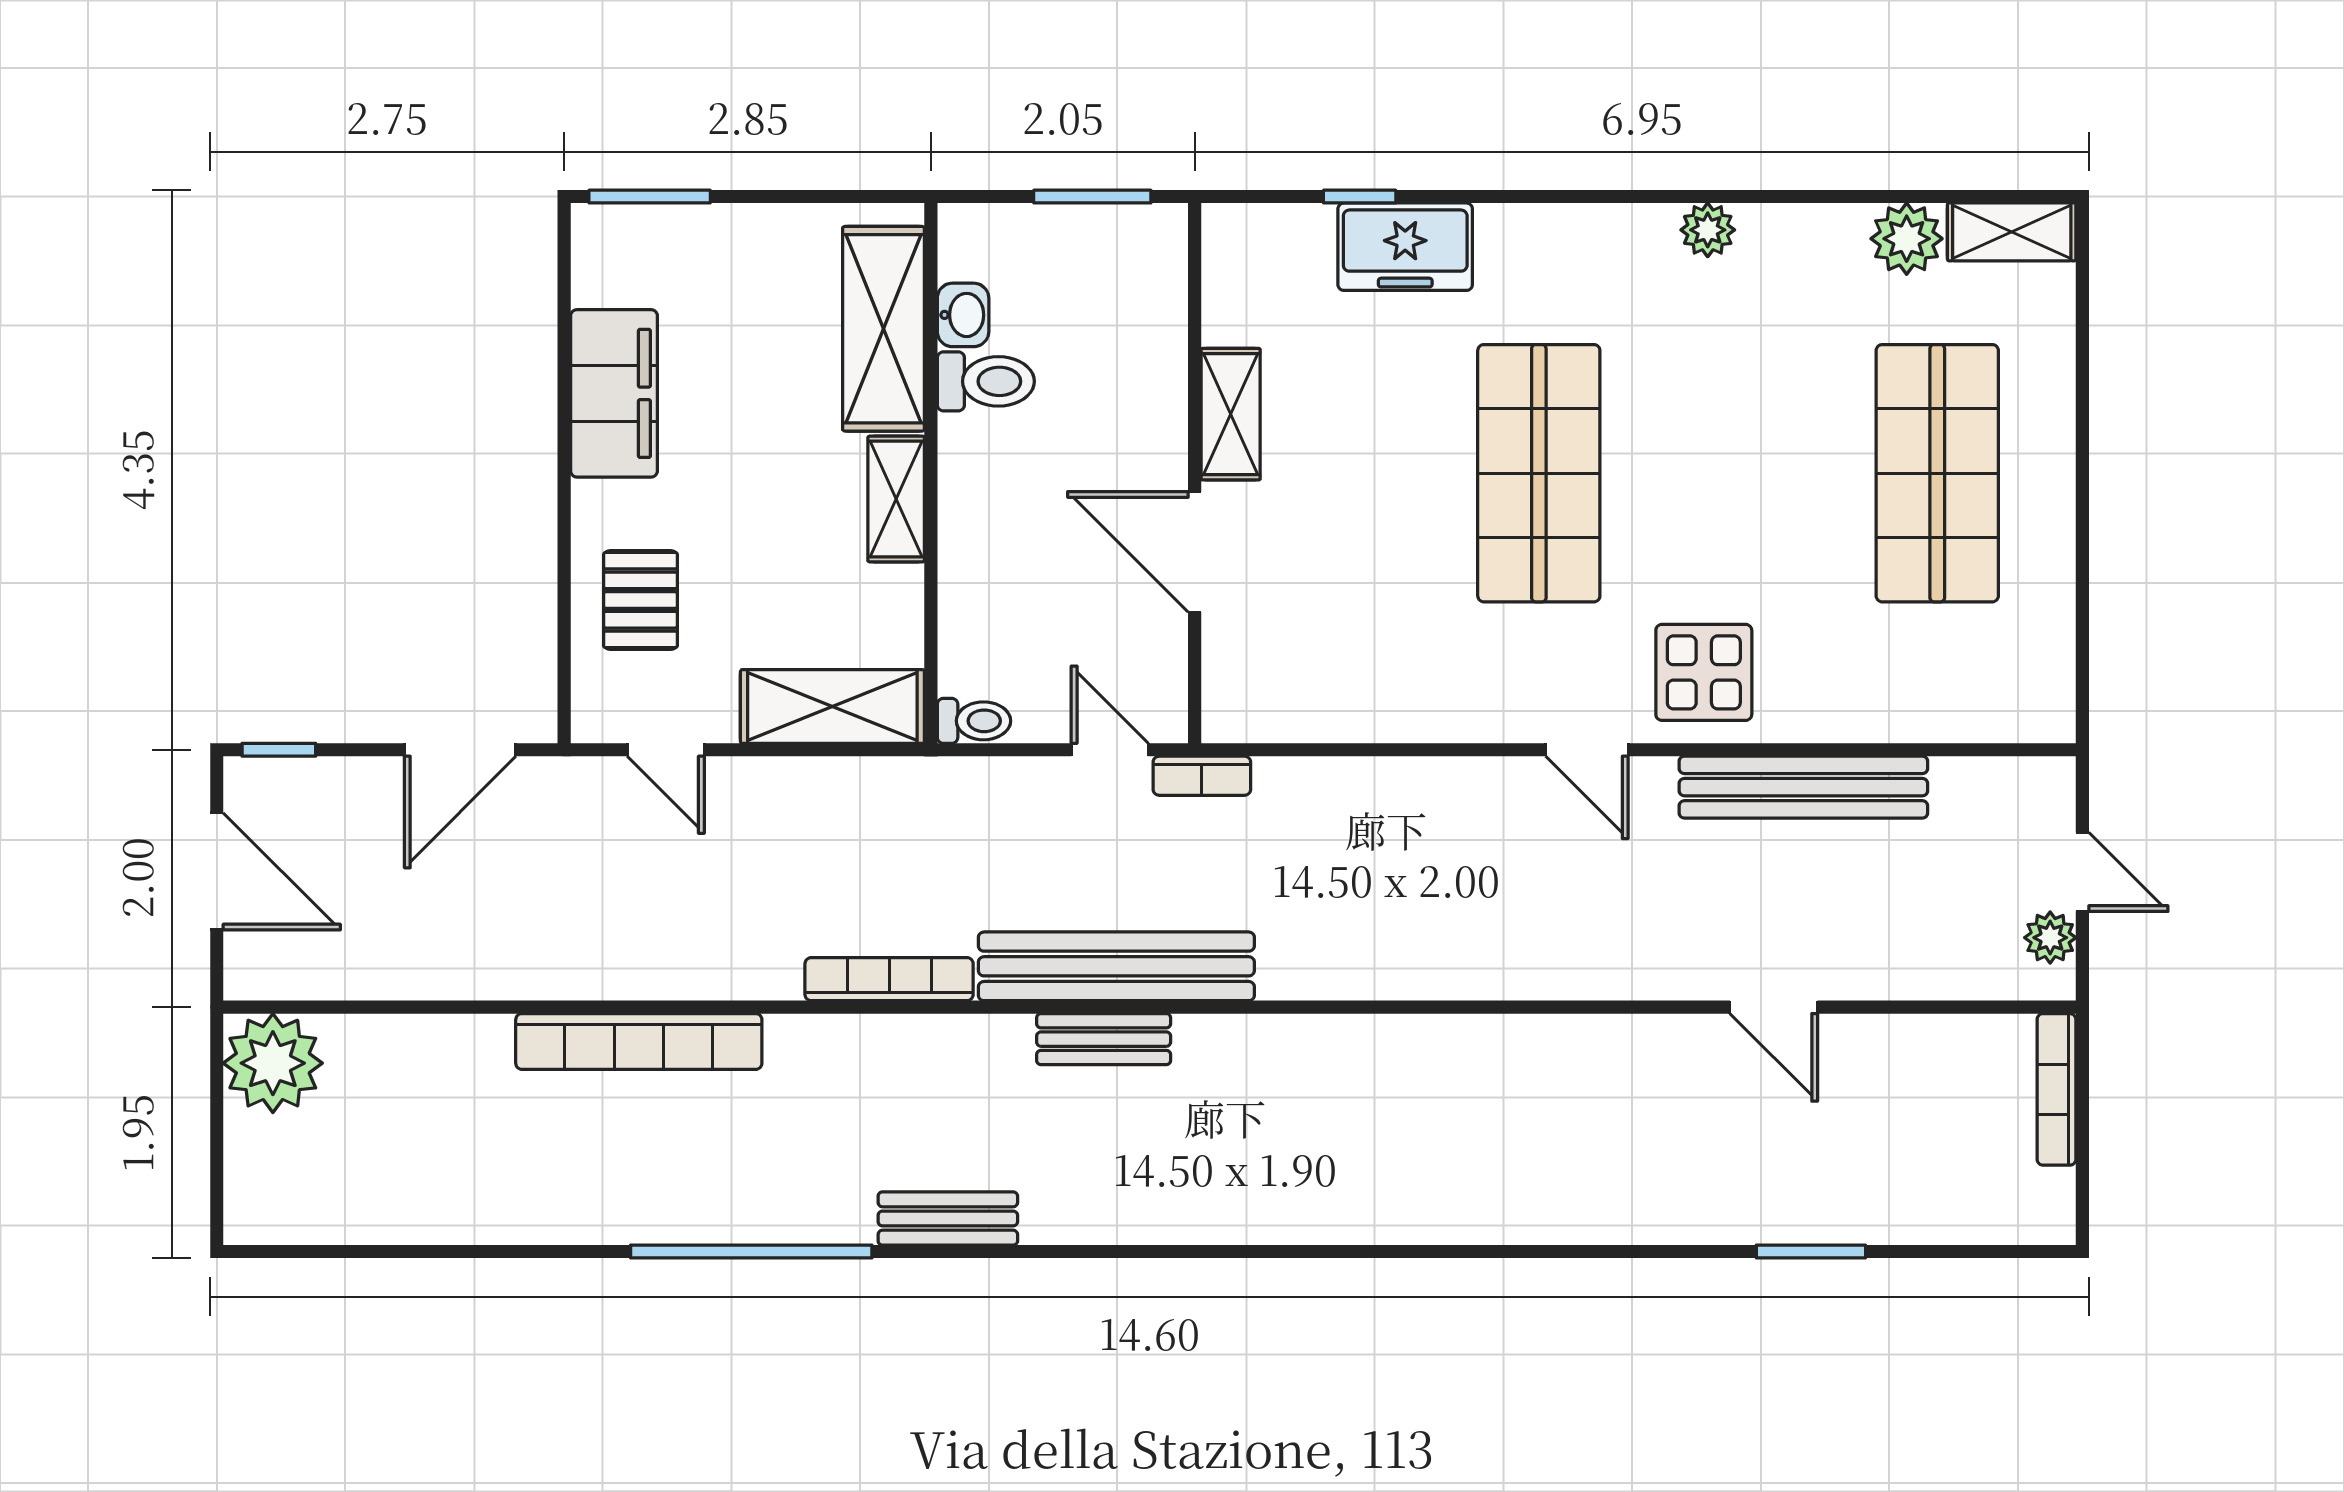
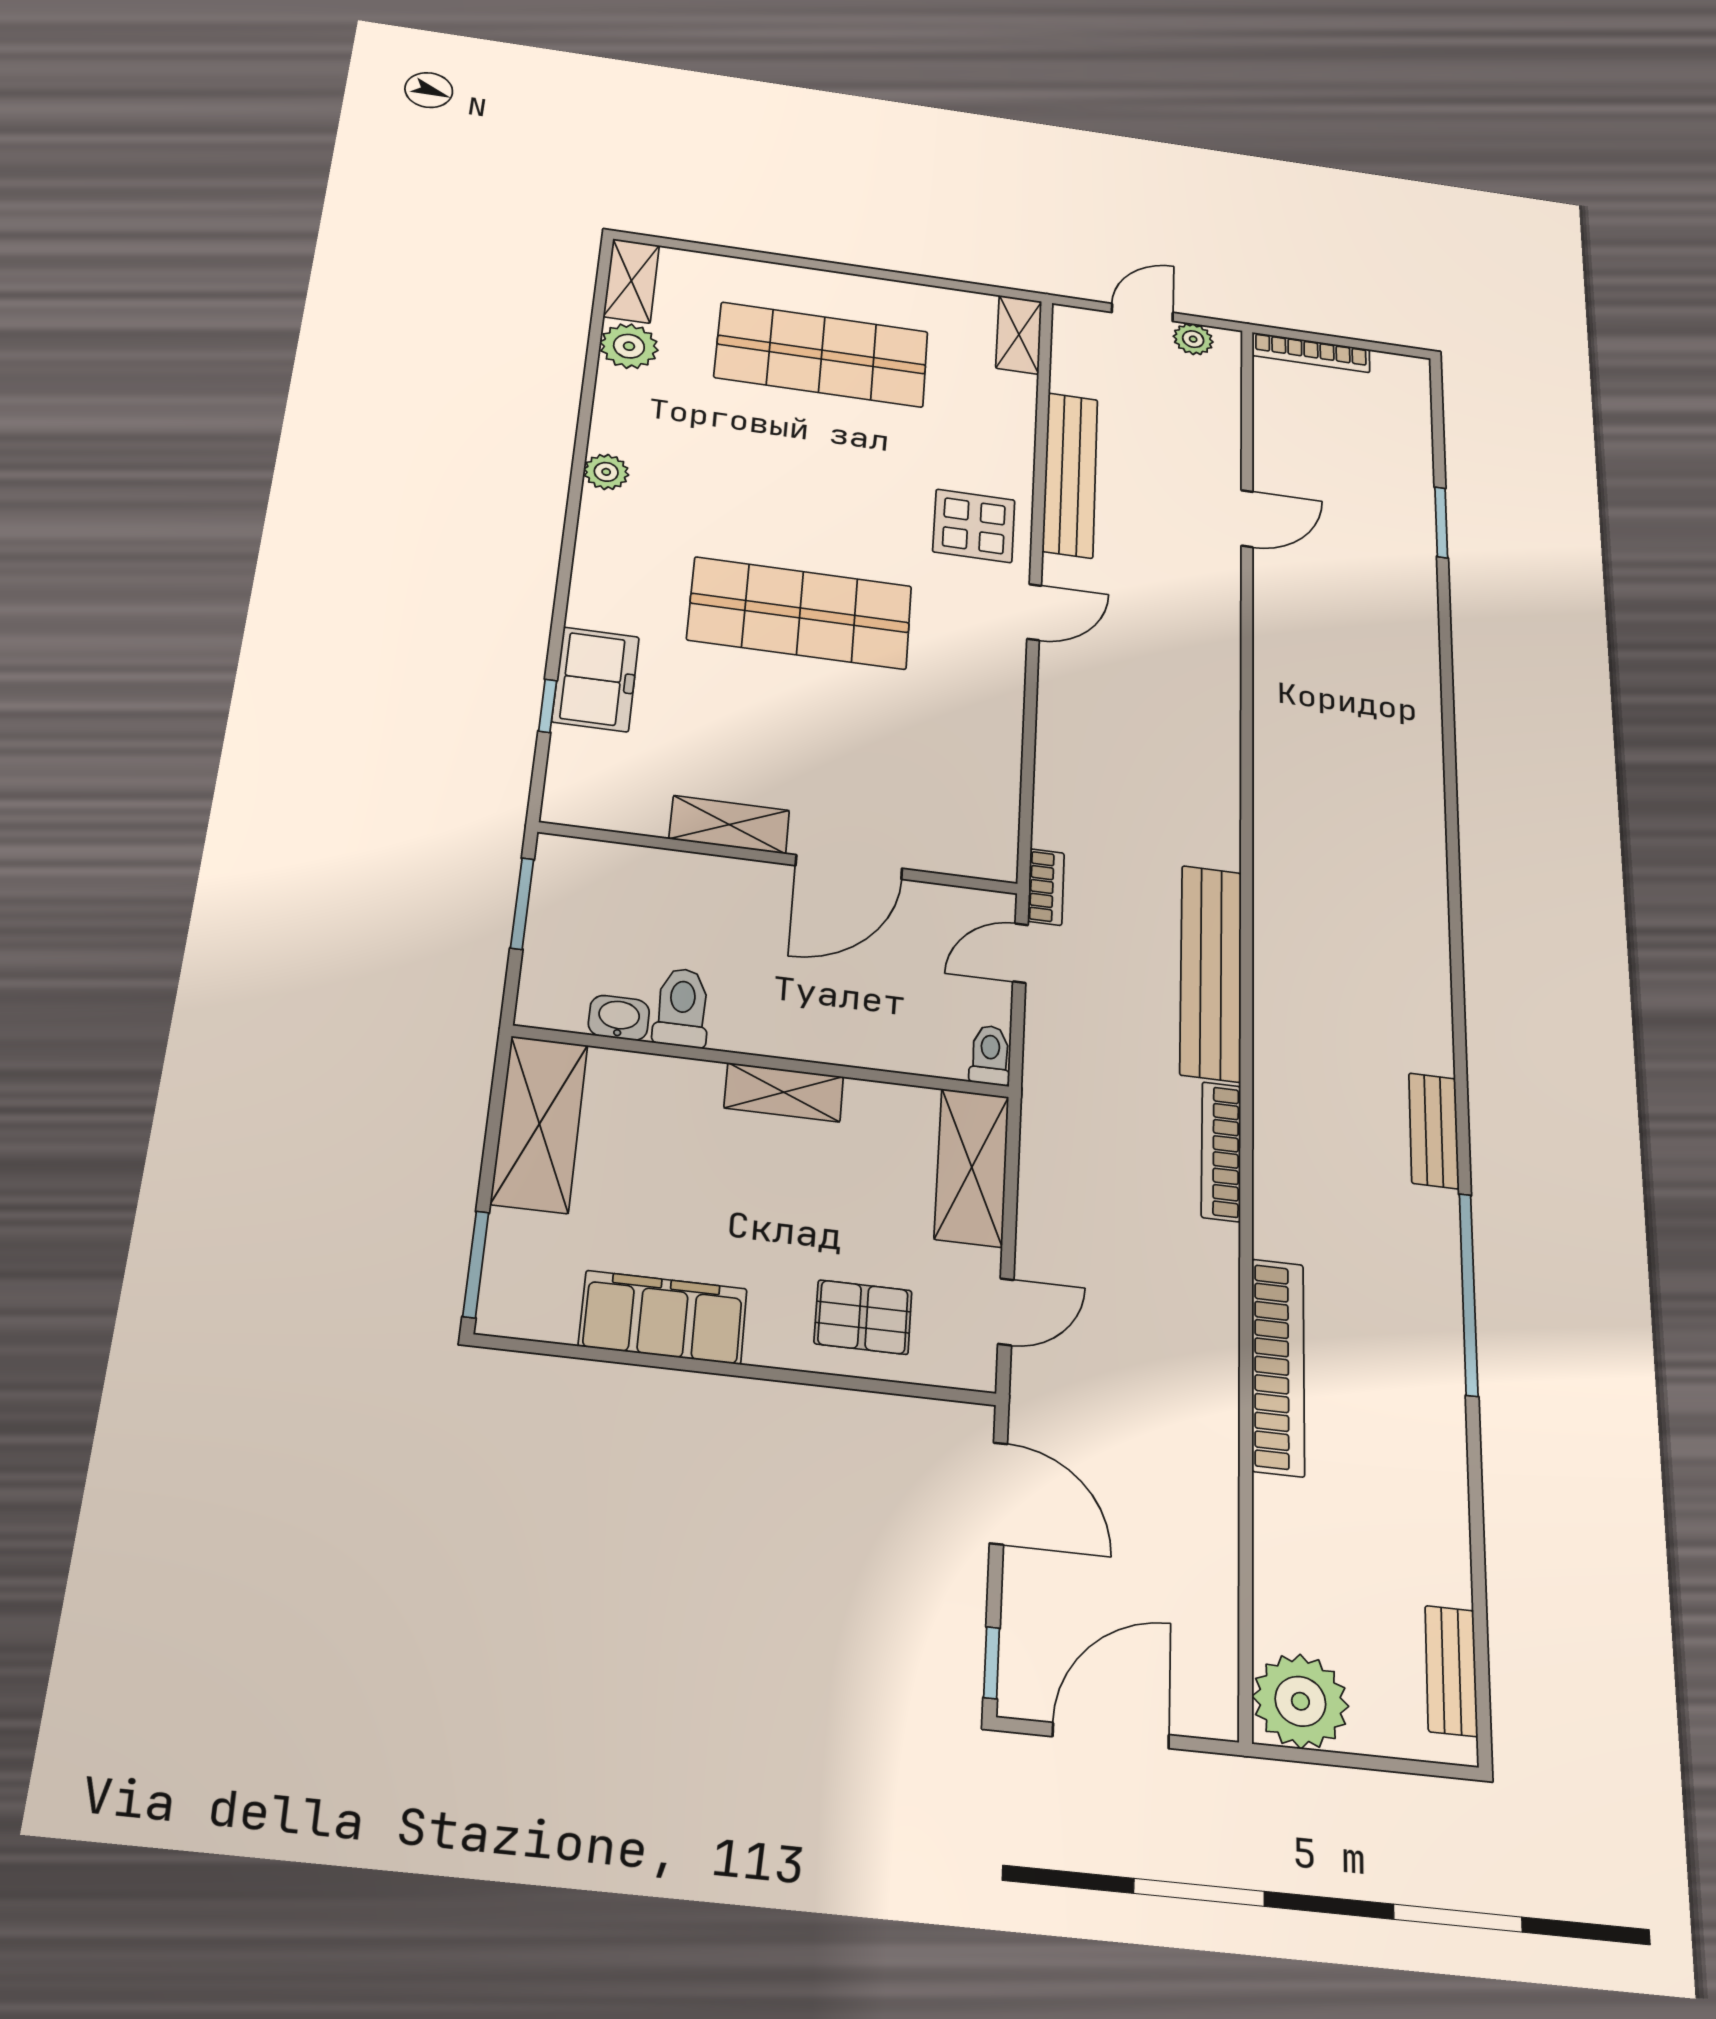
shelving: (883, 329) -> (539, 1124), moved, turned 90
shelving: (2016, 716) -> (1019, 335), added
bench: (1104, 1039) -> (1451, 1671), moved

